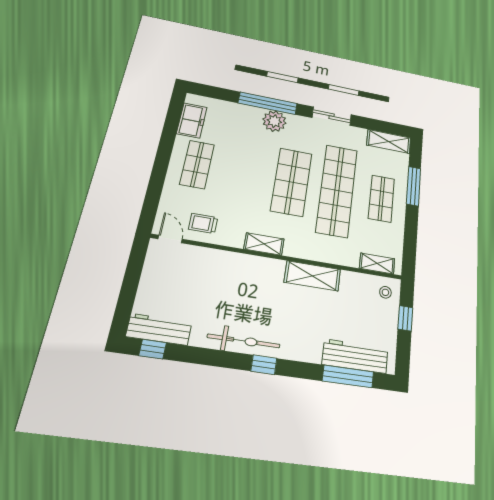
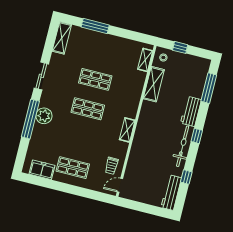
shop shelf: (291, 182) -> (88, 109), width x0.70, depth x0.74
shop shelf: (337, 190) -> (95, 79), width x0.50, depth x0.74
shop shelf: (381, 199) -> (103, 50), removed
shelving: (312, 276) -> (154, 84), moved
window: (153, 349) -> (186, 177), moved
workbench: (355, 356) -> (191, 111), moved, width x0.73

